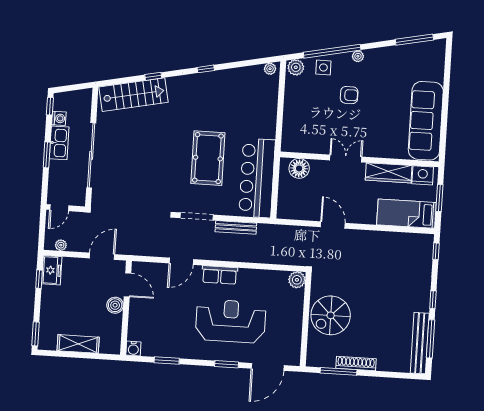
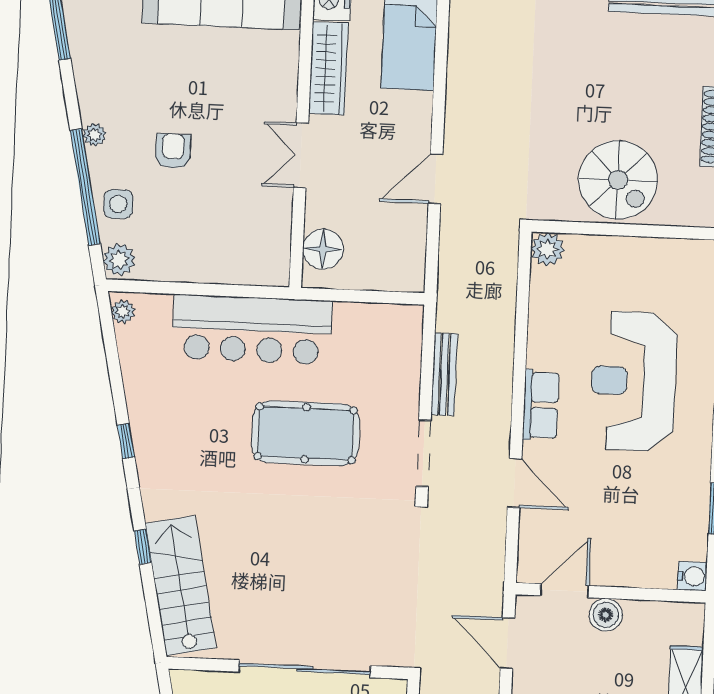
bar counter: (257, 178) -> (252, 329), moved

